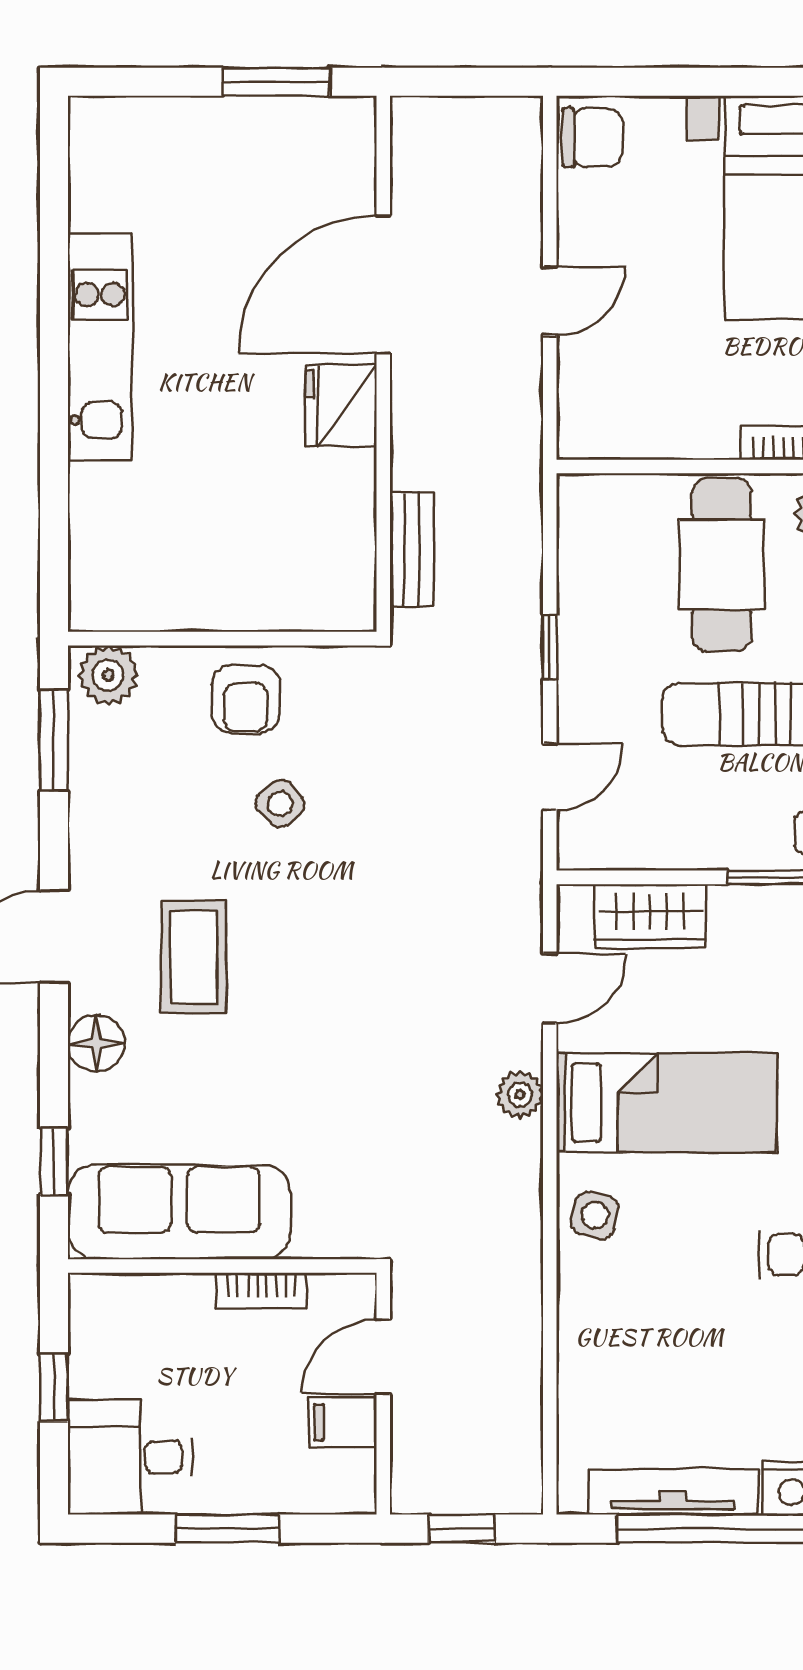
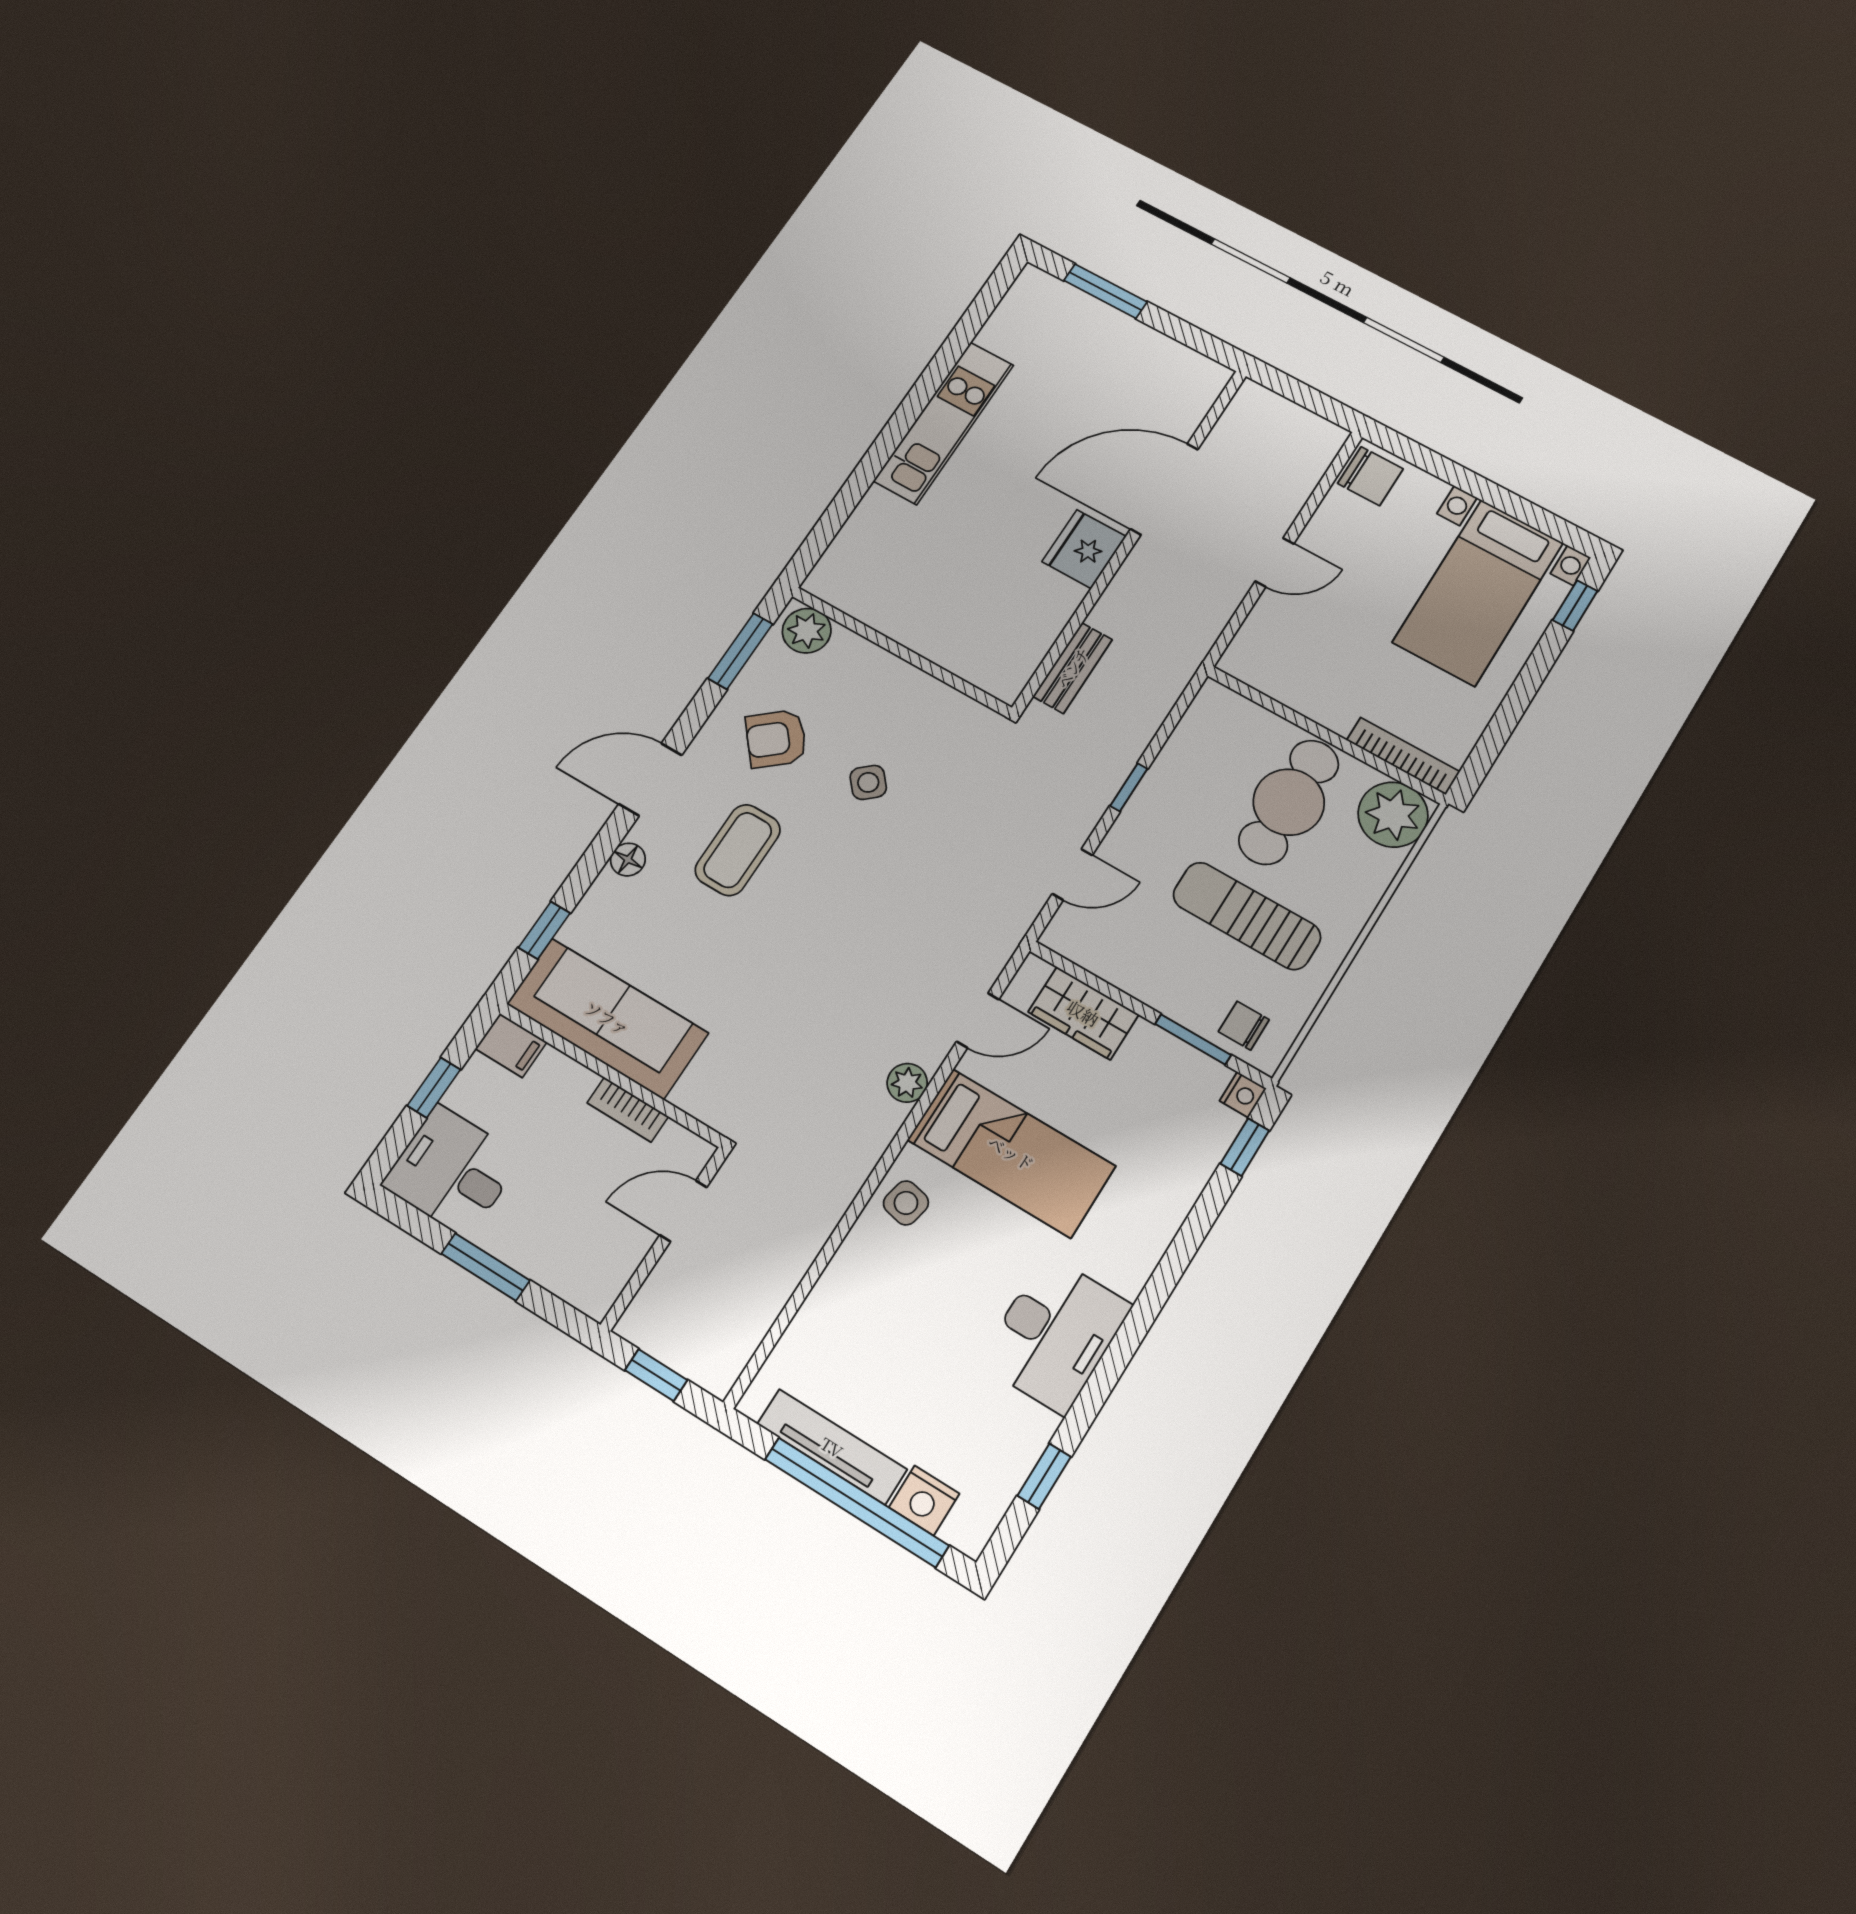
window: (276, 82) -> (1105, 291), moved
armchair: (246, 699) -> (776, 739), moved, turned 50
floor lamp: (96, 1043) -> (628, 860), width x0.73, depth x0.73
filing cabinet: (343, 1422) -> (511, 1045), moved, turned 180

